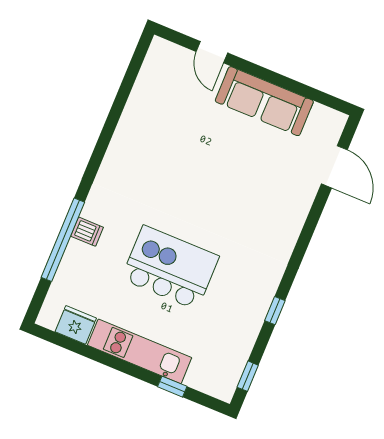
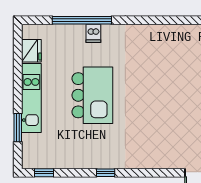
window: (275, 311) -> (106, 173), moved
window: (172, 387) -> (18, 128), width x1.50

